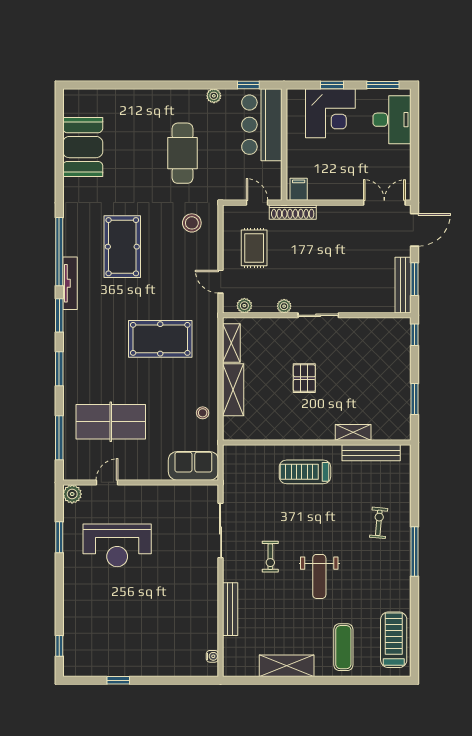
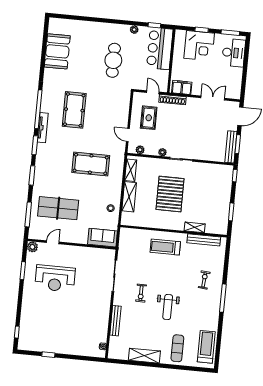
filing cabinet: (299, 189) -> (182, 87), width x2.00
double door: (384, 203) -> (213, 98), moved
stool: (192, 223) -> (115, 100), removed
pallet: (304, 378) -> (170, 194), width x2.05, depth x2.00

